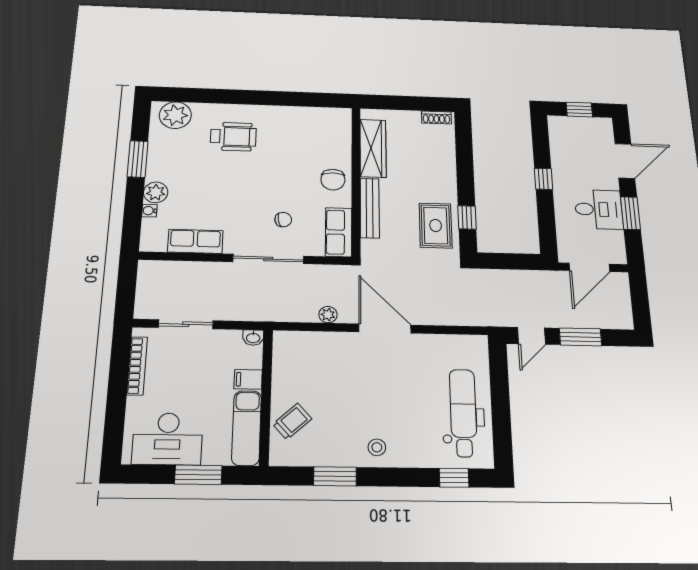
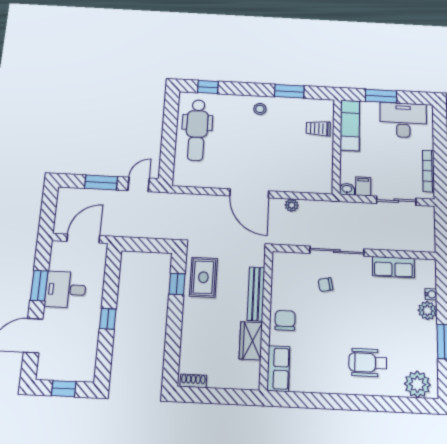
wardrobe: (373, 148) -> (251, 341), width x0.67
row of seats: (339, 232) -> (278, 368), moved
filing cabinet: (248, 379) -> (363, 186), moved, turned -90
trolley: (292, 421) -> (318, 128), turned 42

